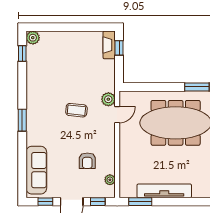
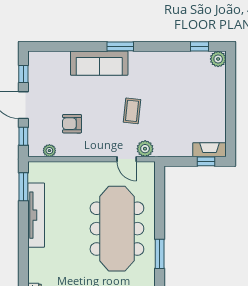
sofa: (36, 170) -> (99, 63), moved

